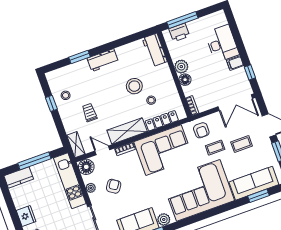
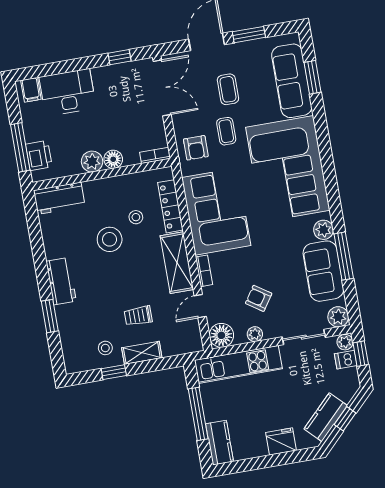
filing cabinet: (235, 63) -> (31, 90), moved
armchair: (201, 130) -> (196, 148), turned 90
shelving: (76, 145) -> (142, 353), moved

